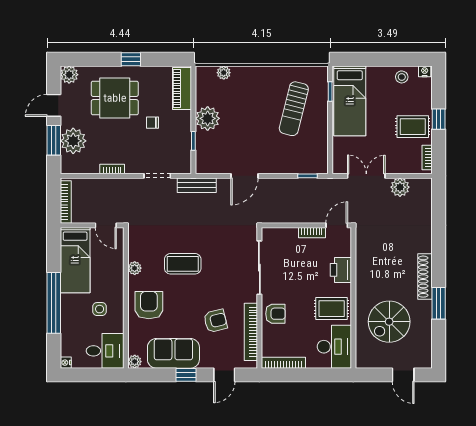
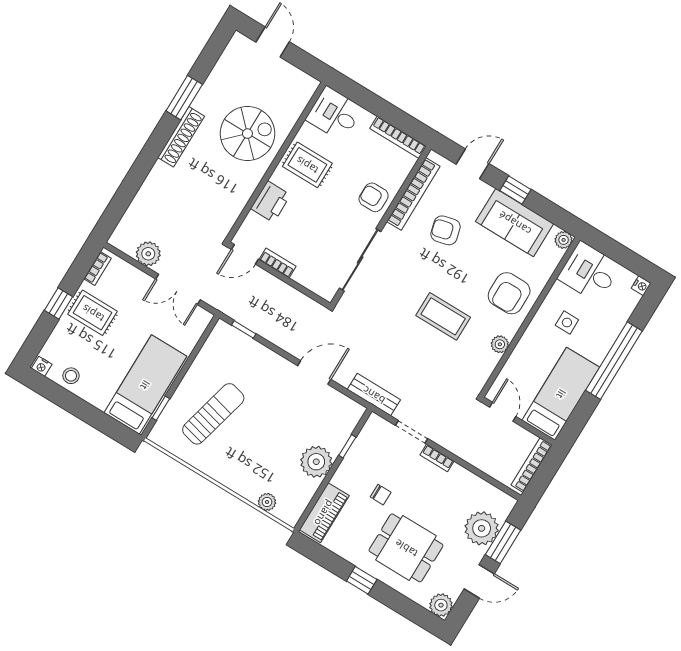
bookcase: (112, 169) -> (437, 458), moved
spiral stairs: (389, 322) -> (247, 134), moved
desk: (334, 347) -> (334, 114), width x0.73

